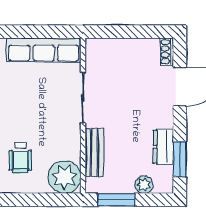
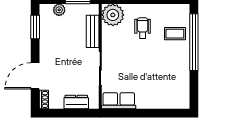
row of seats: (44, 50) -> (119, 101), width x0.68
dresser: (163, 147) -> (76, 102), moved, turned -90

